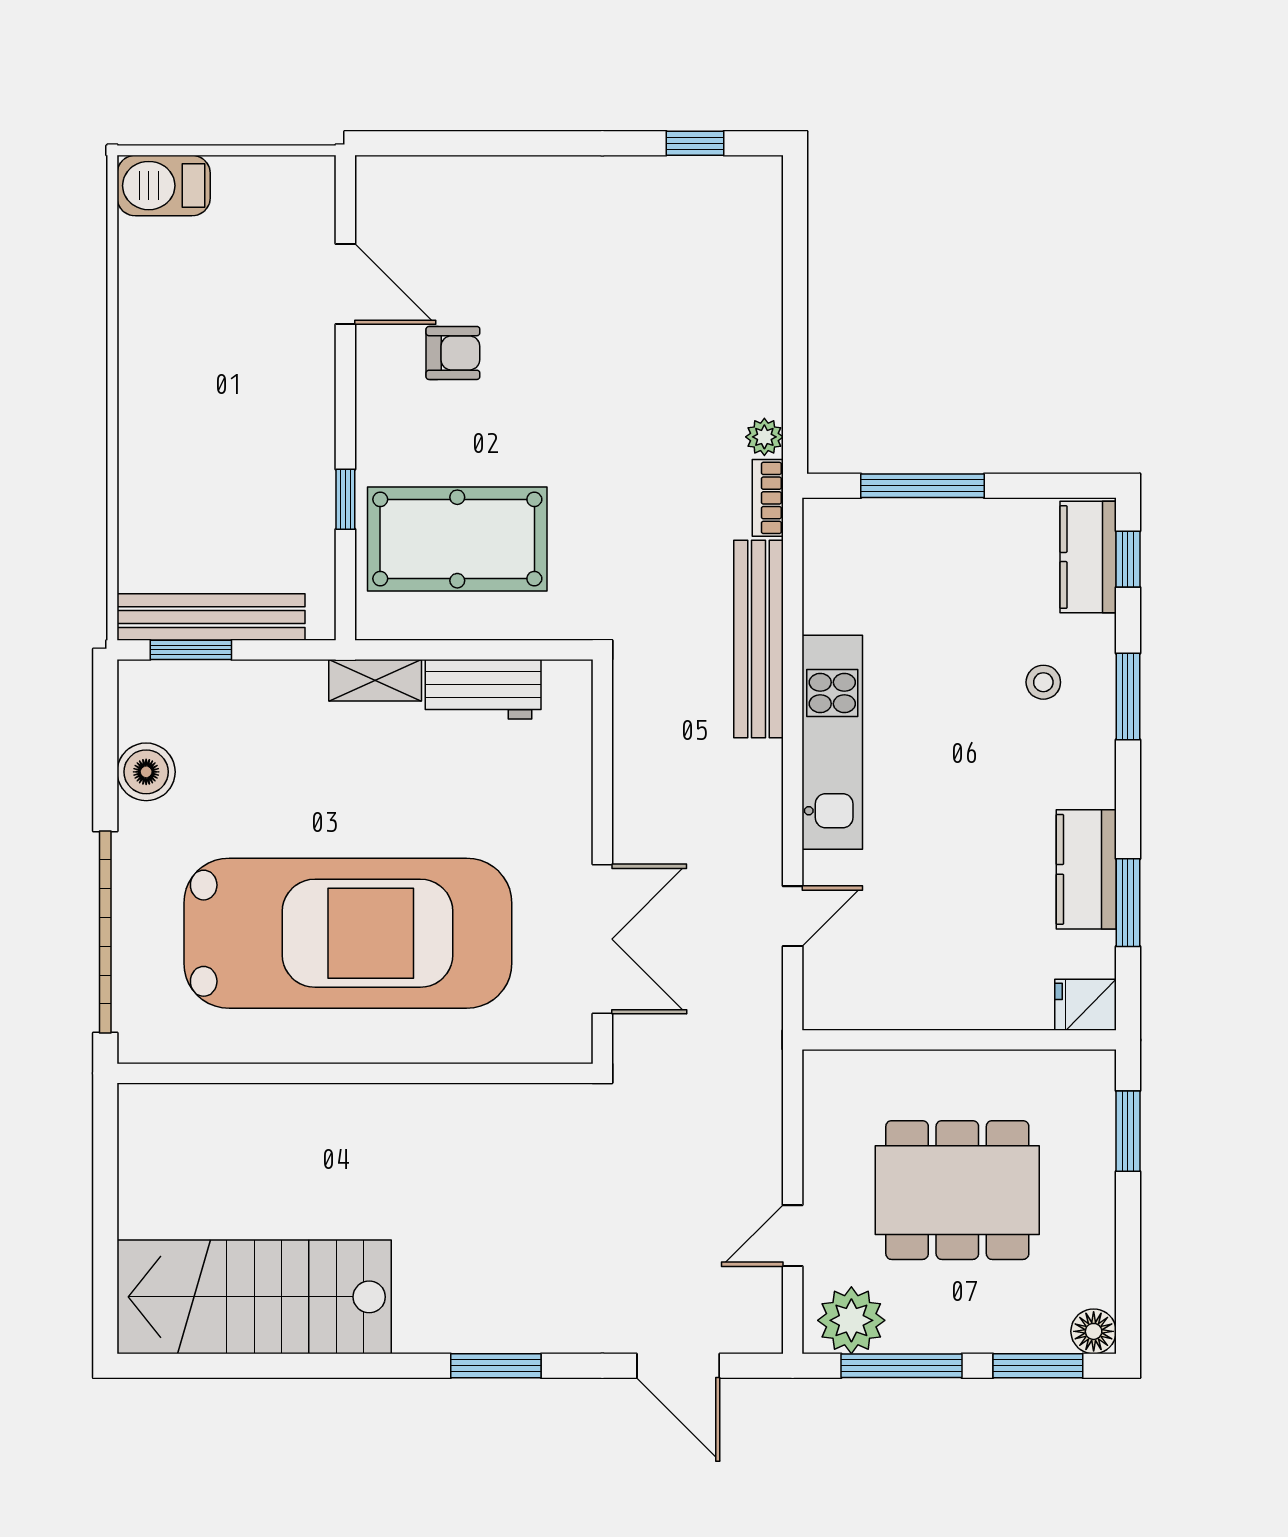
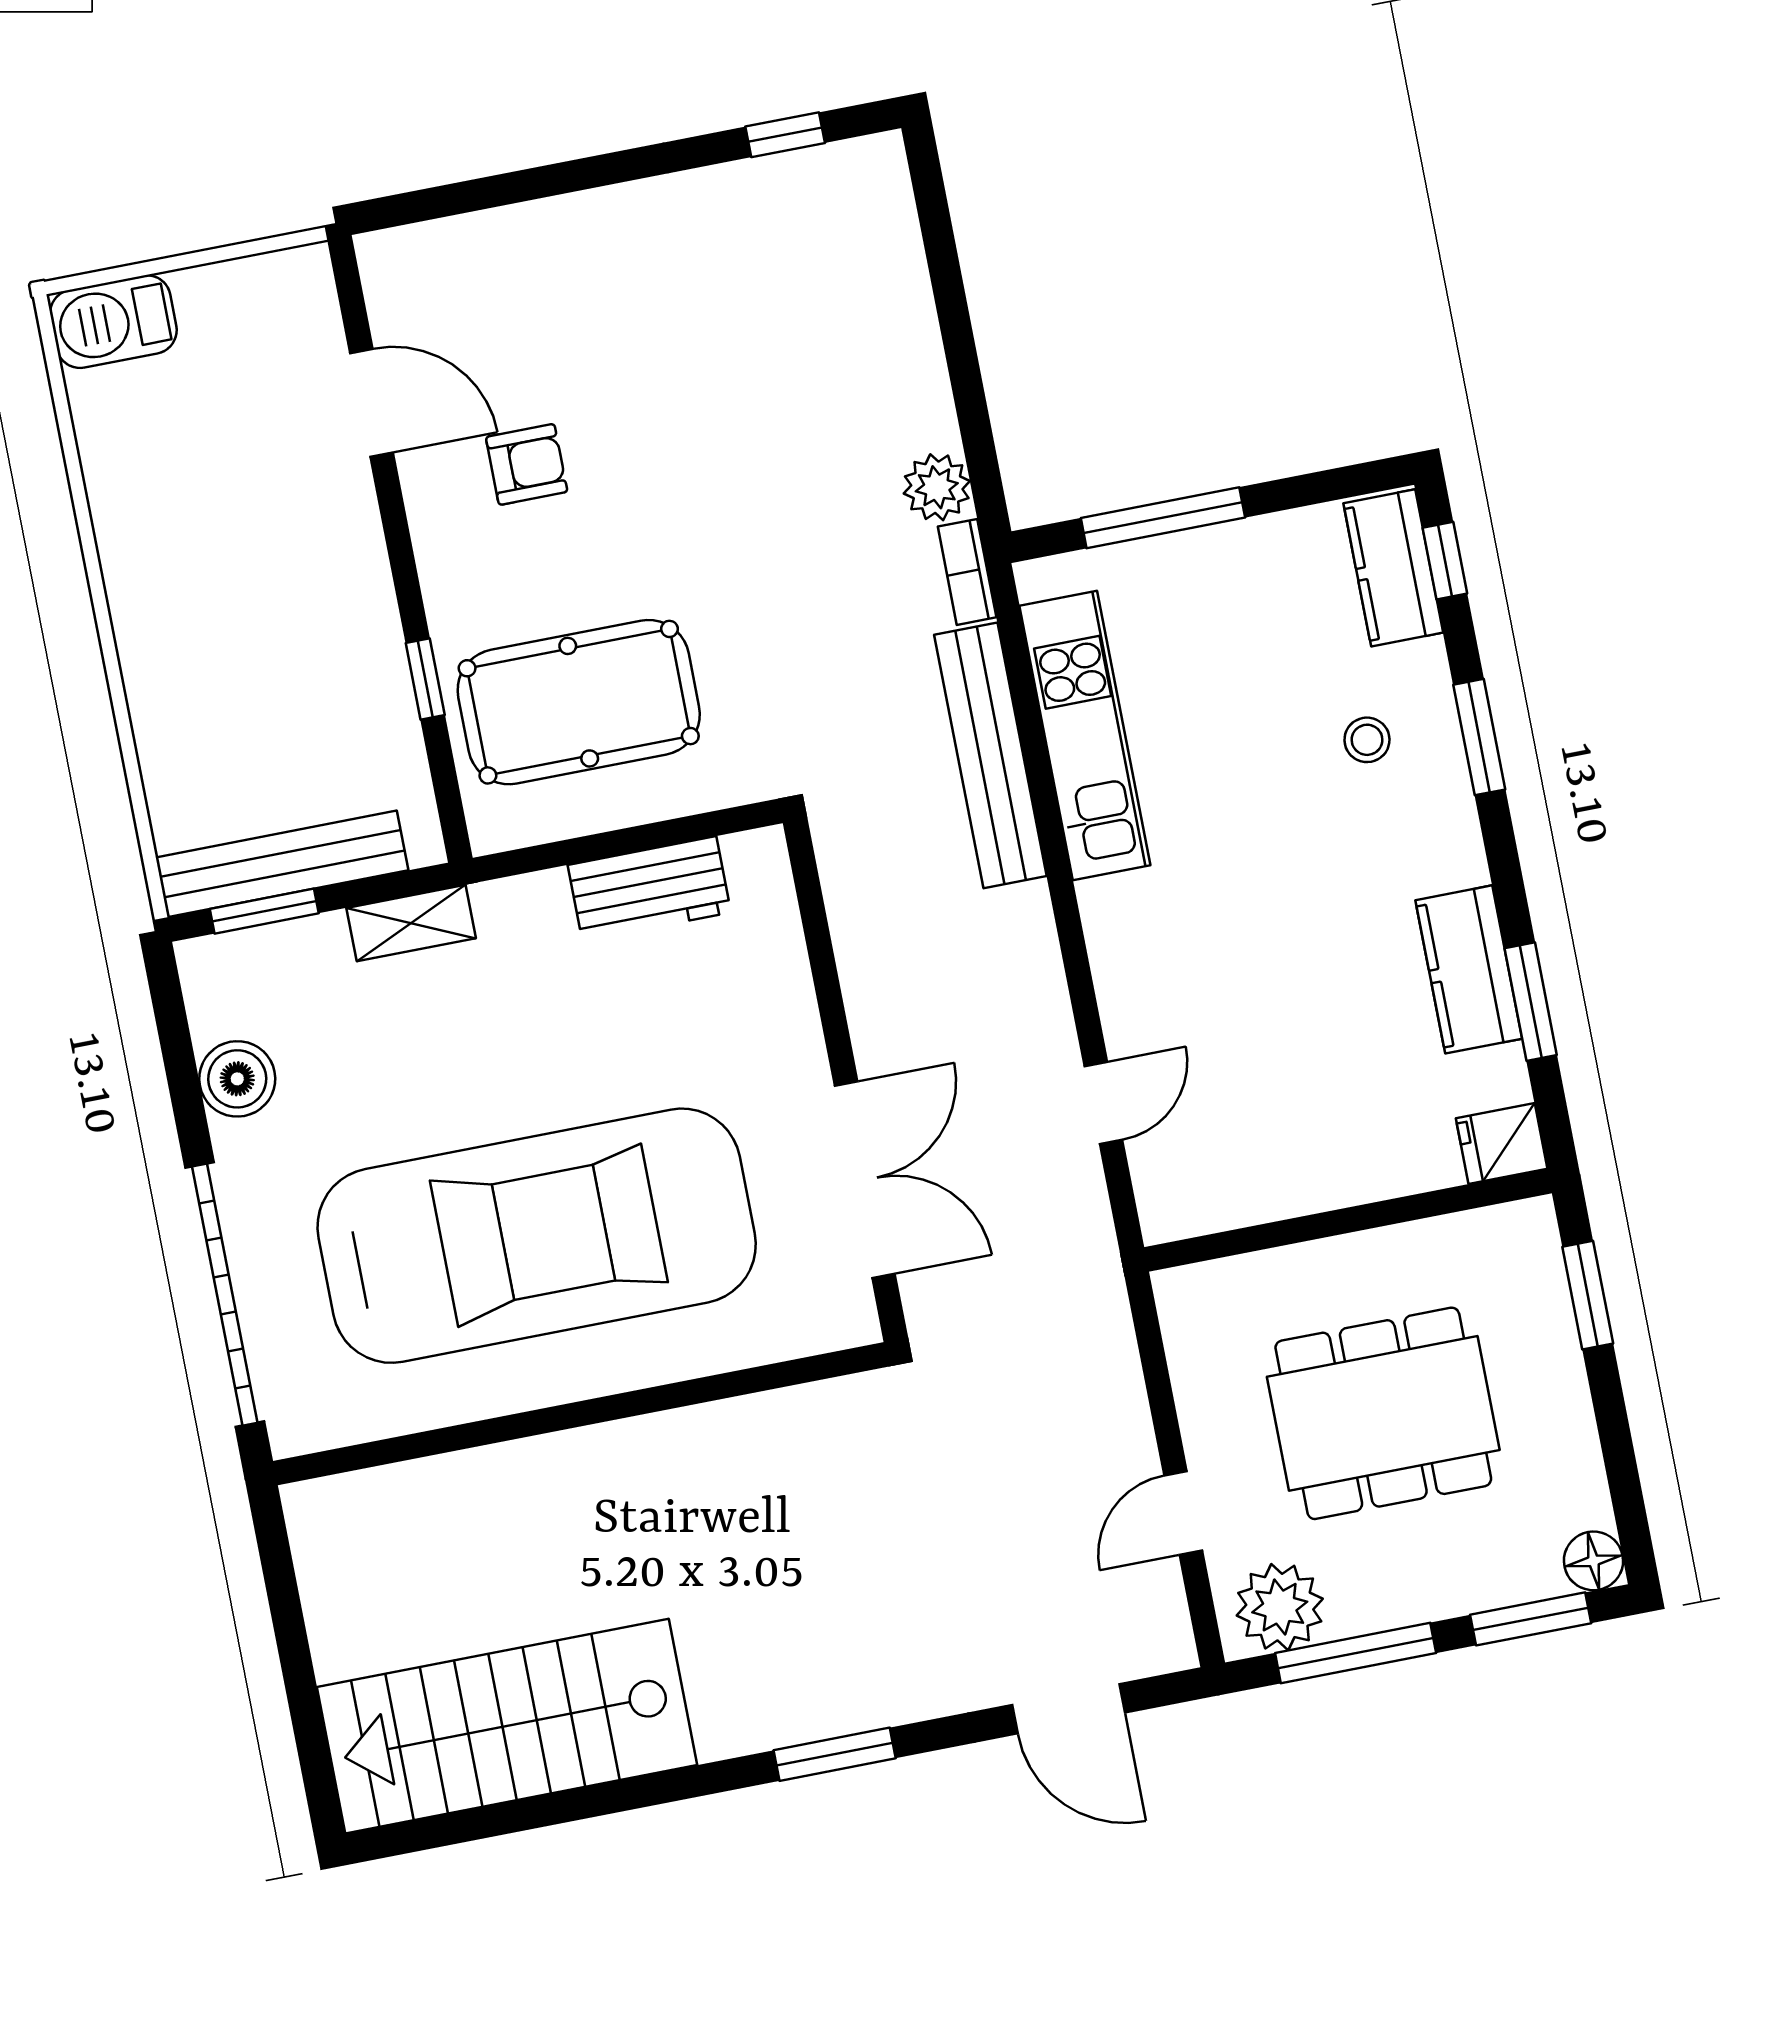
plant: (764, 437) -> (937, 487), width x1.38, depth x1.38
shelving: (375, 680) -> (411, 923), moved
kitchen unit: (832, 742) -> (1085, 736), moved

